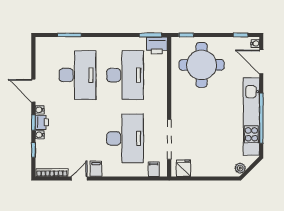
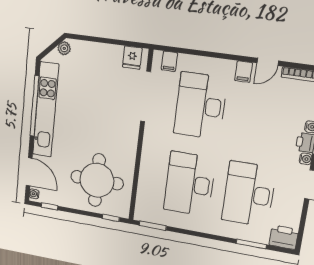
printer: (157, 45) -> (284, 237), moved

